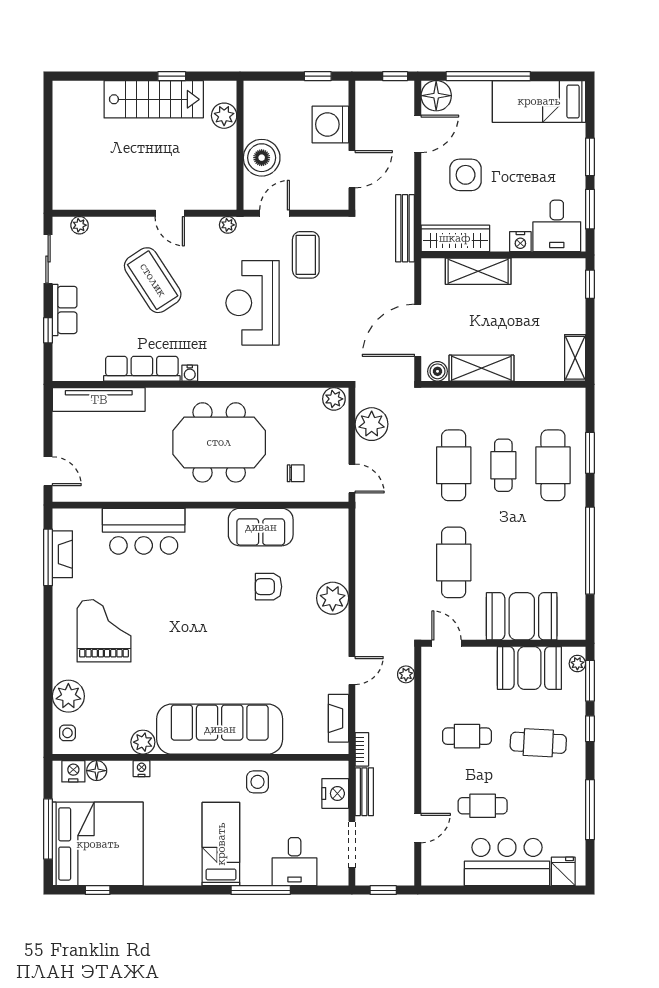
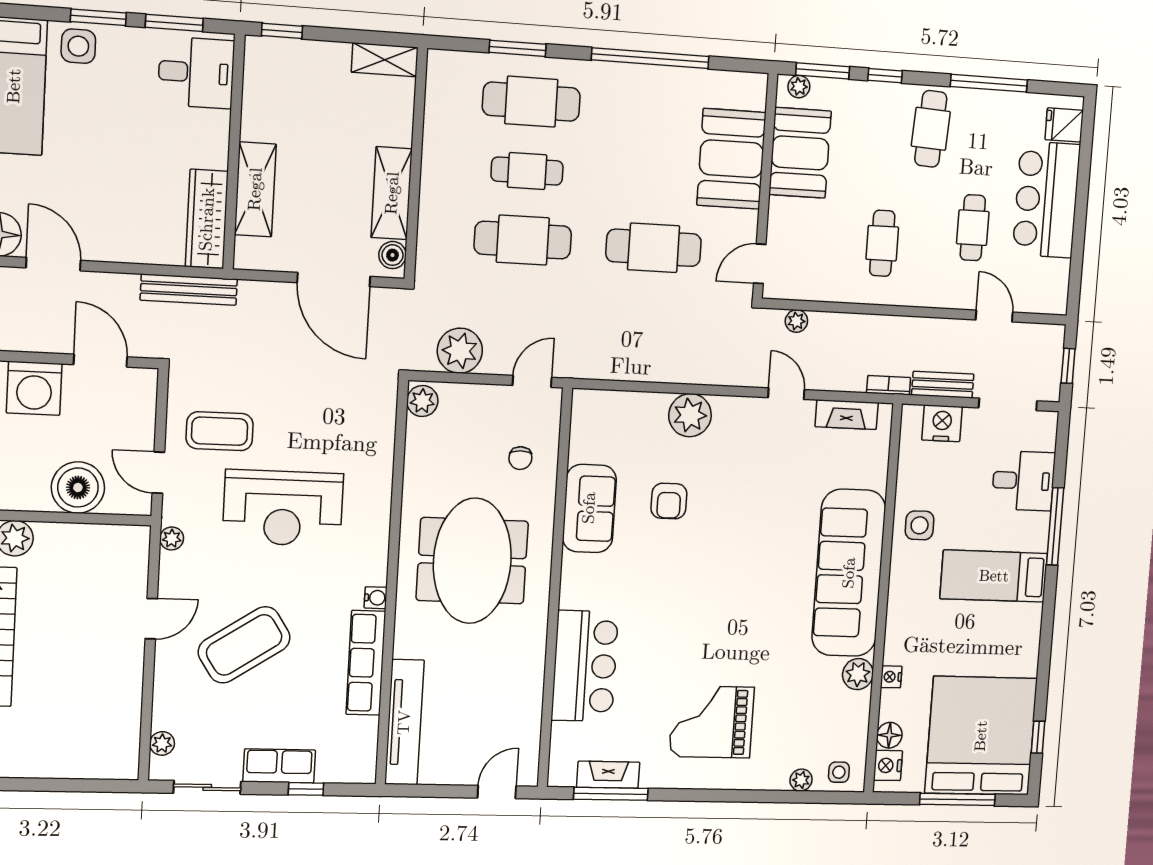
side table: (466, 175) -> (78, 46), moved, width x0.73, depth x0.73
nightstand: (520, 242) -> (216, 126), removed
chair: (296, 473) -> (520, 458), turned 180
plant: (68, 696) -> (801, 780), width x0.53, depth x0.53
cafe table: (538, 743) -> (931, 129), moved

